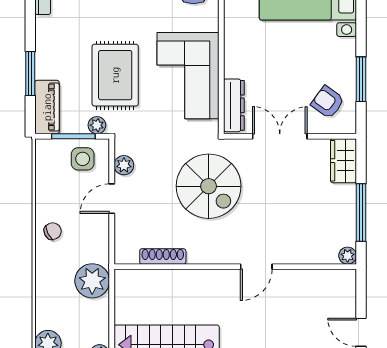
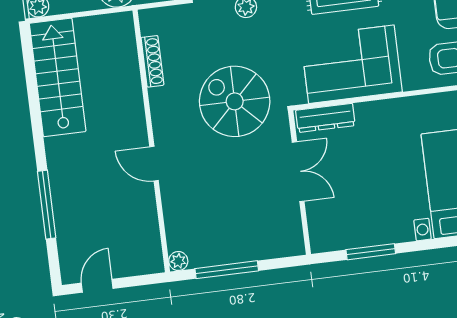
armchair: (328, 102) -> (342, 219), removed
wardrobe: (343, 161) -> (280, 244), removed
spiral stairs: (209, 186) -> (235, 101), turned 90

